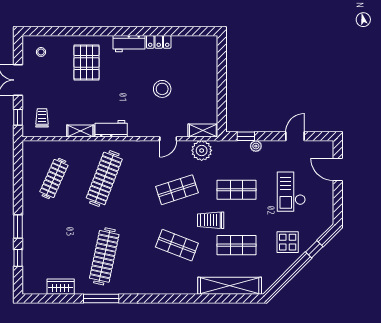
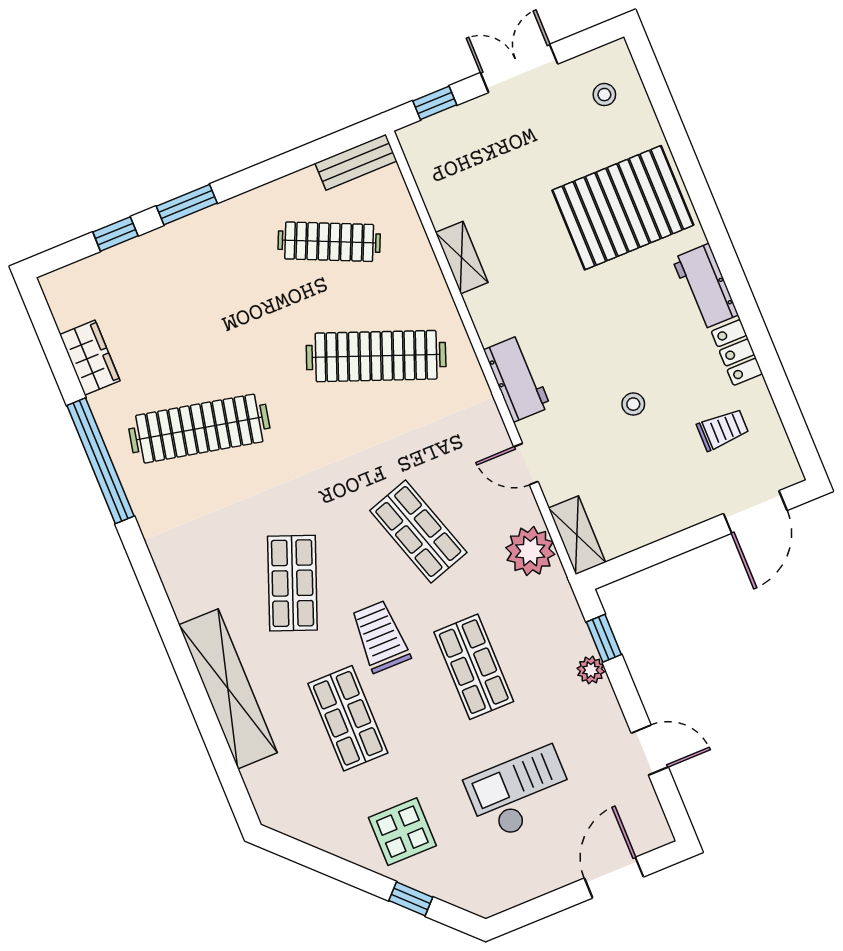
door: (222, 60) -> (755, 512), added
pallet: (87, 62) -> (623, 208), width x1.37, depth x1.41
stool: (162, 89) -> (633, 404), width x0.53, depth x0.53
trolley: (42, 118) -> (723, 430), moved
workbench: (111, 129) -> (517, 378), moved
bench: (28, 156) -> (356, 162), added
shelving: (230, 286) -> (228, 689), moved
window: (101, 299) -> (100, 461), width x1.46

